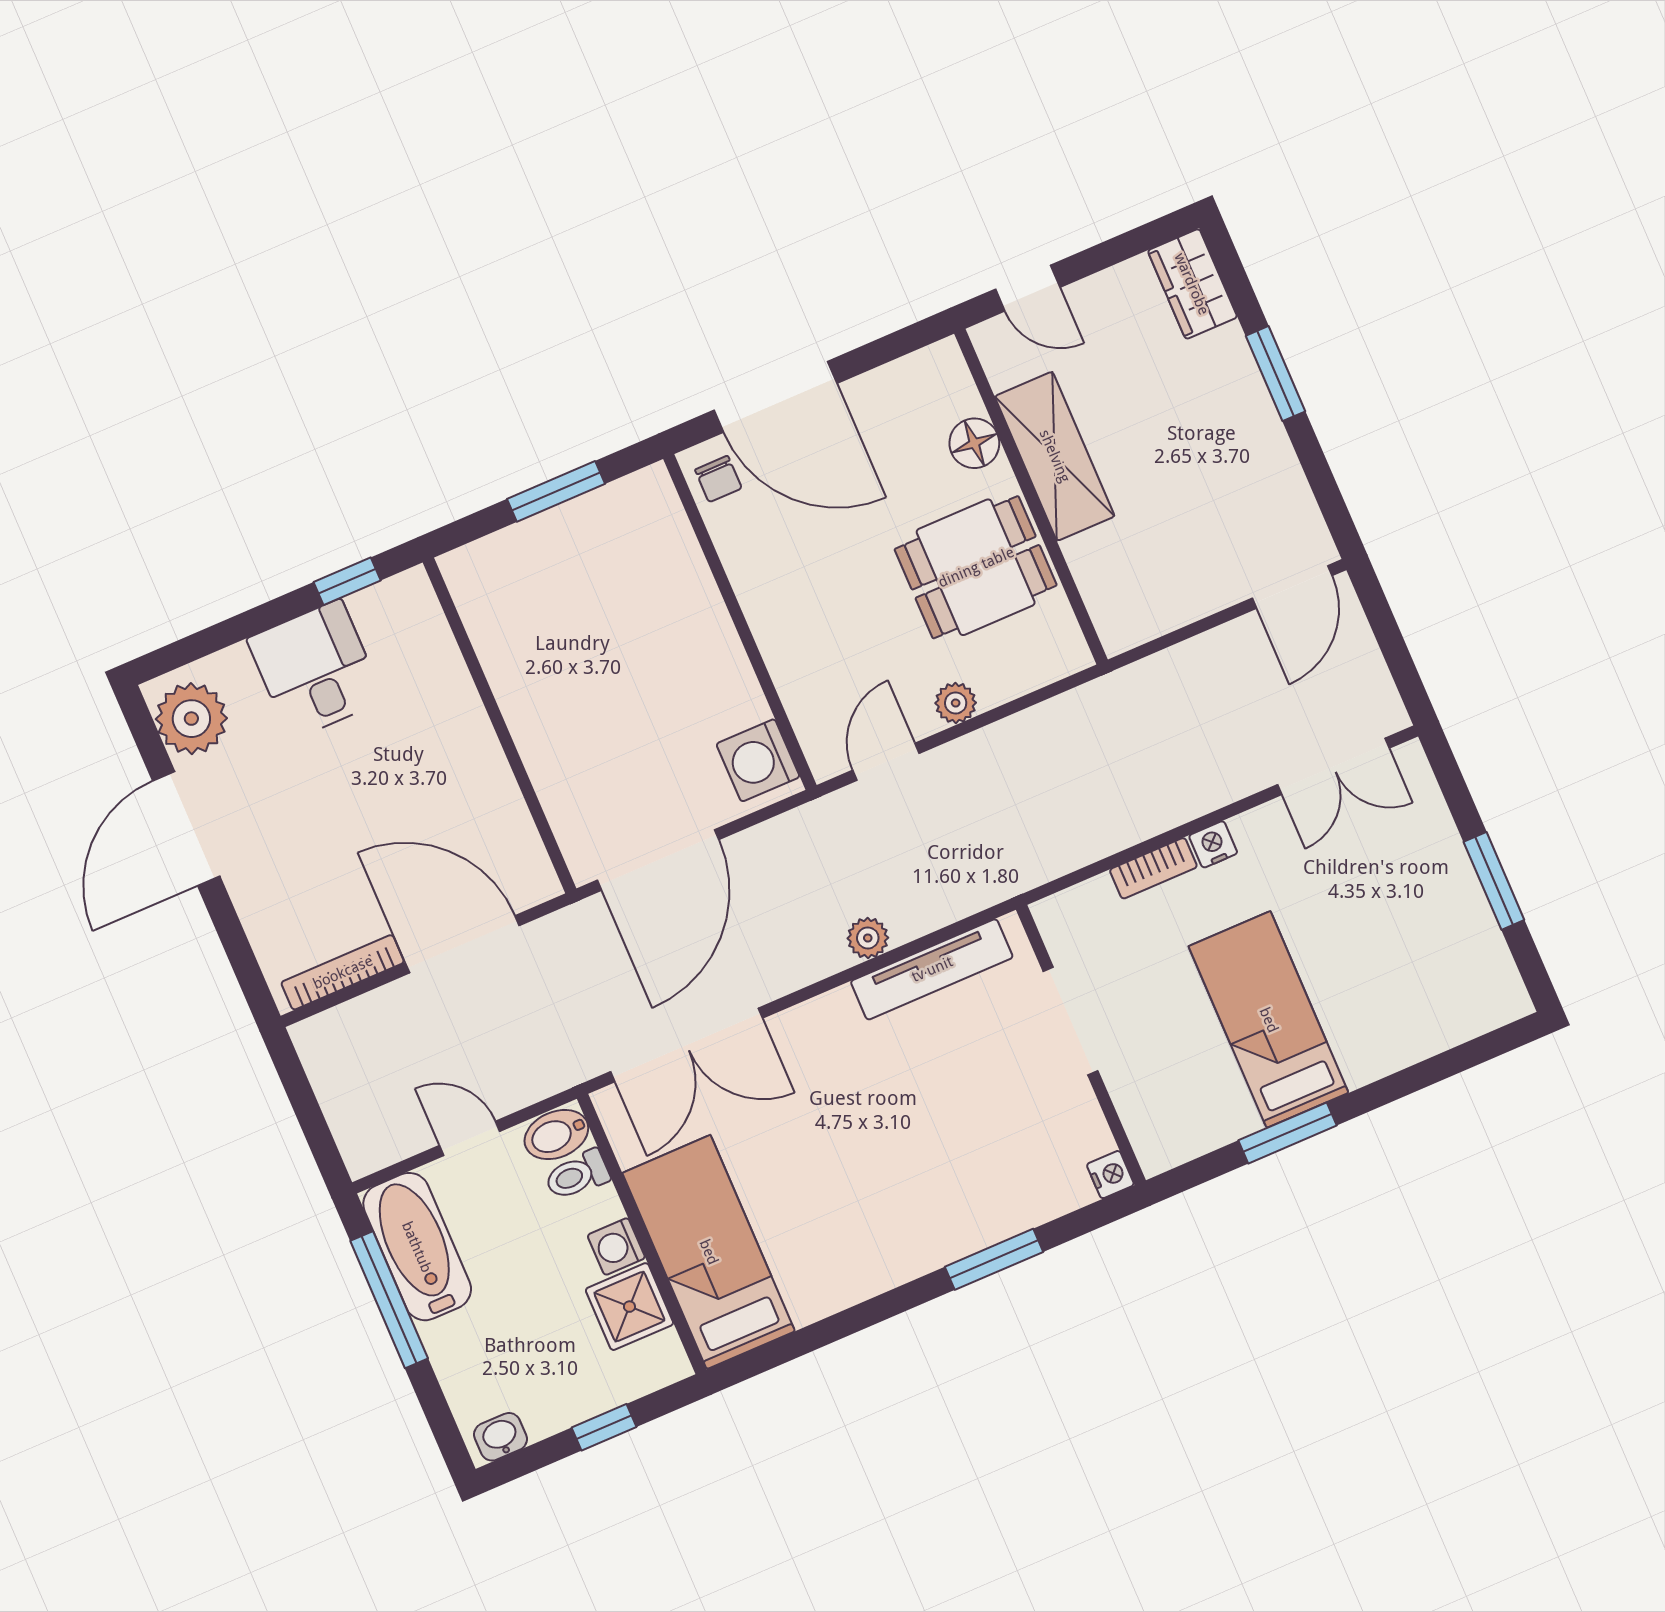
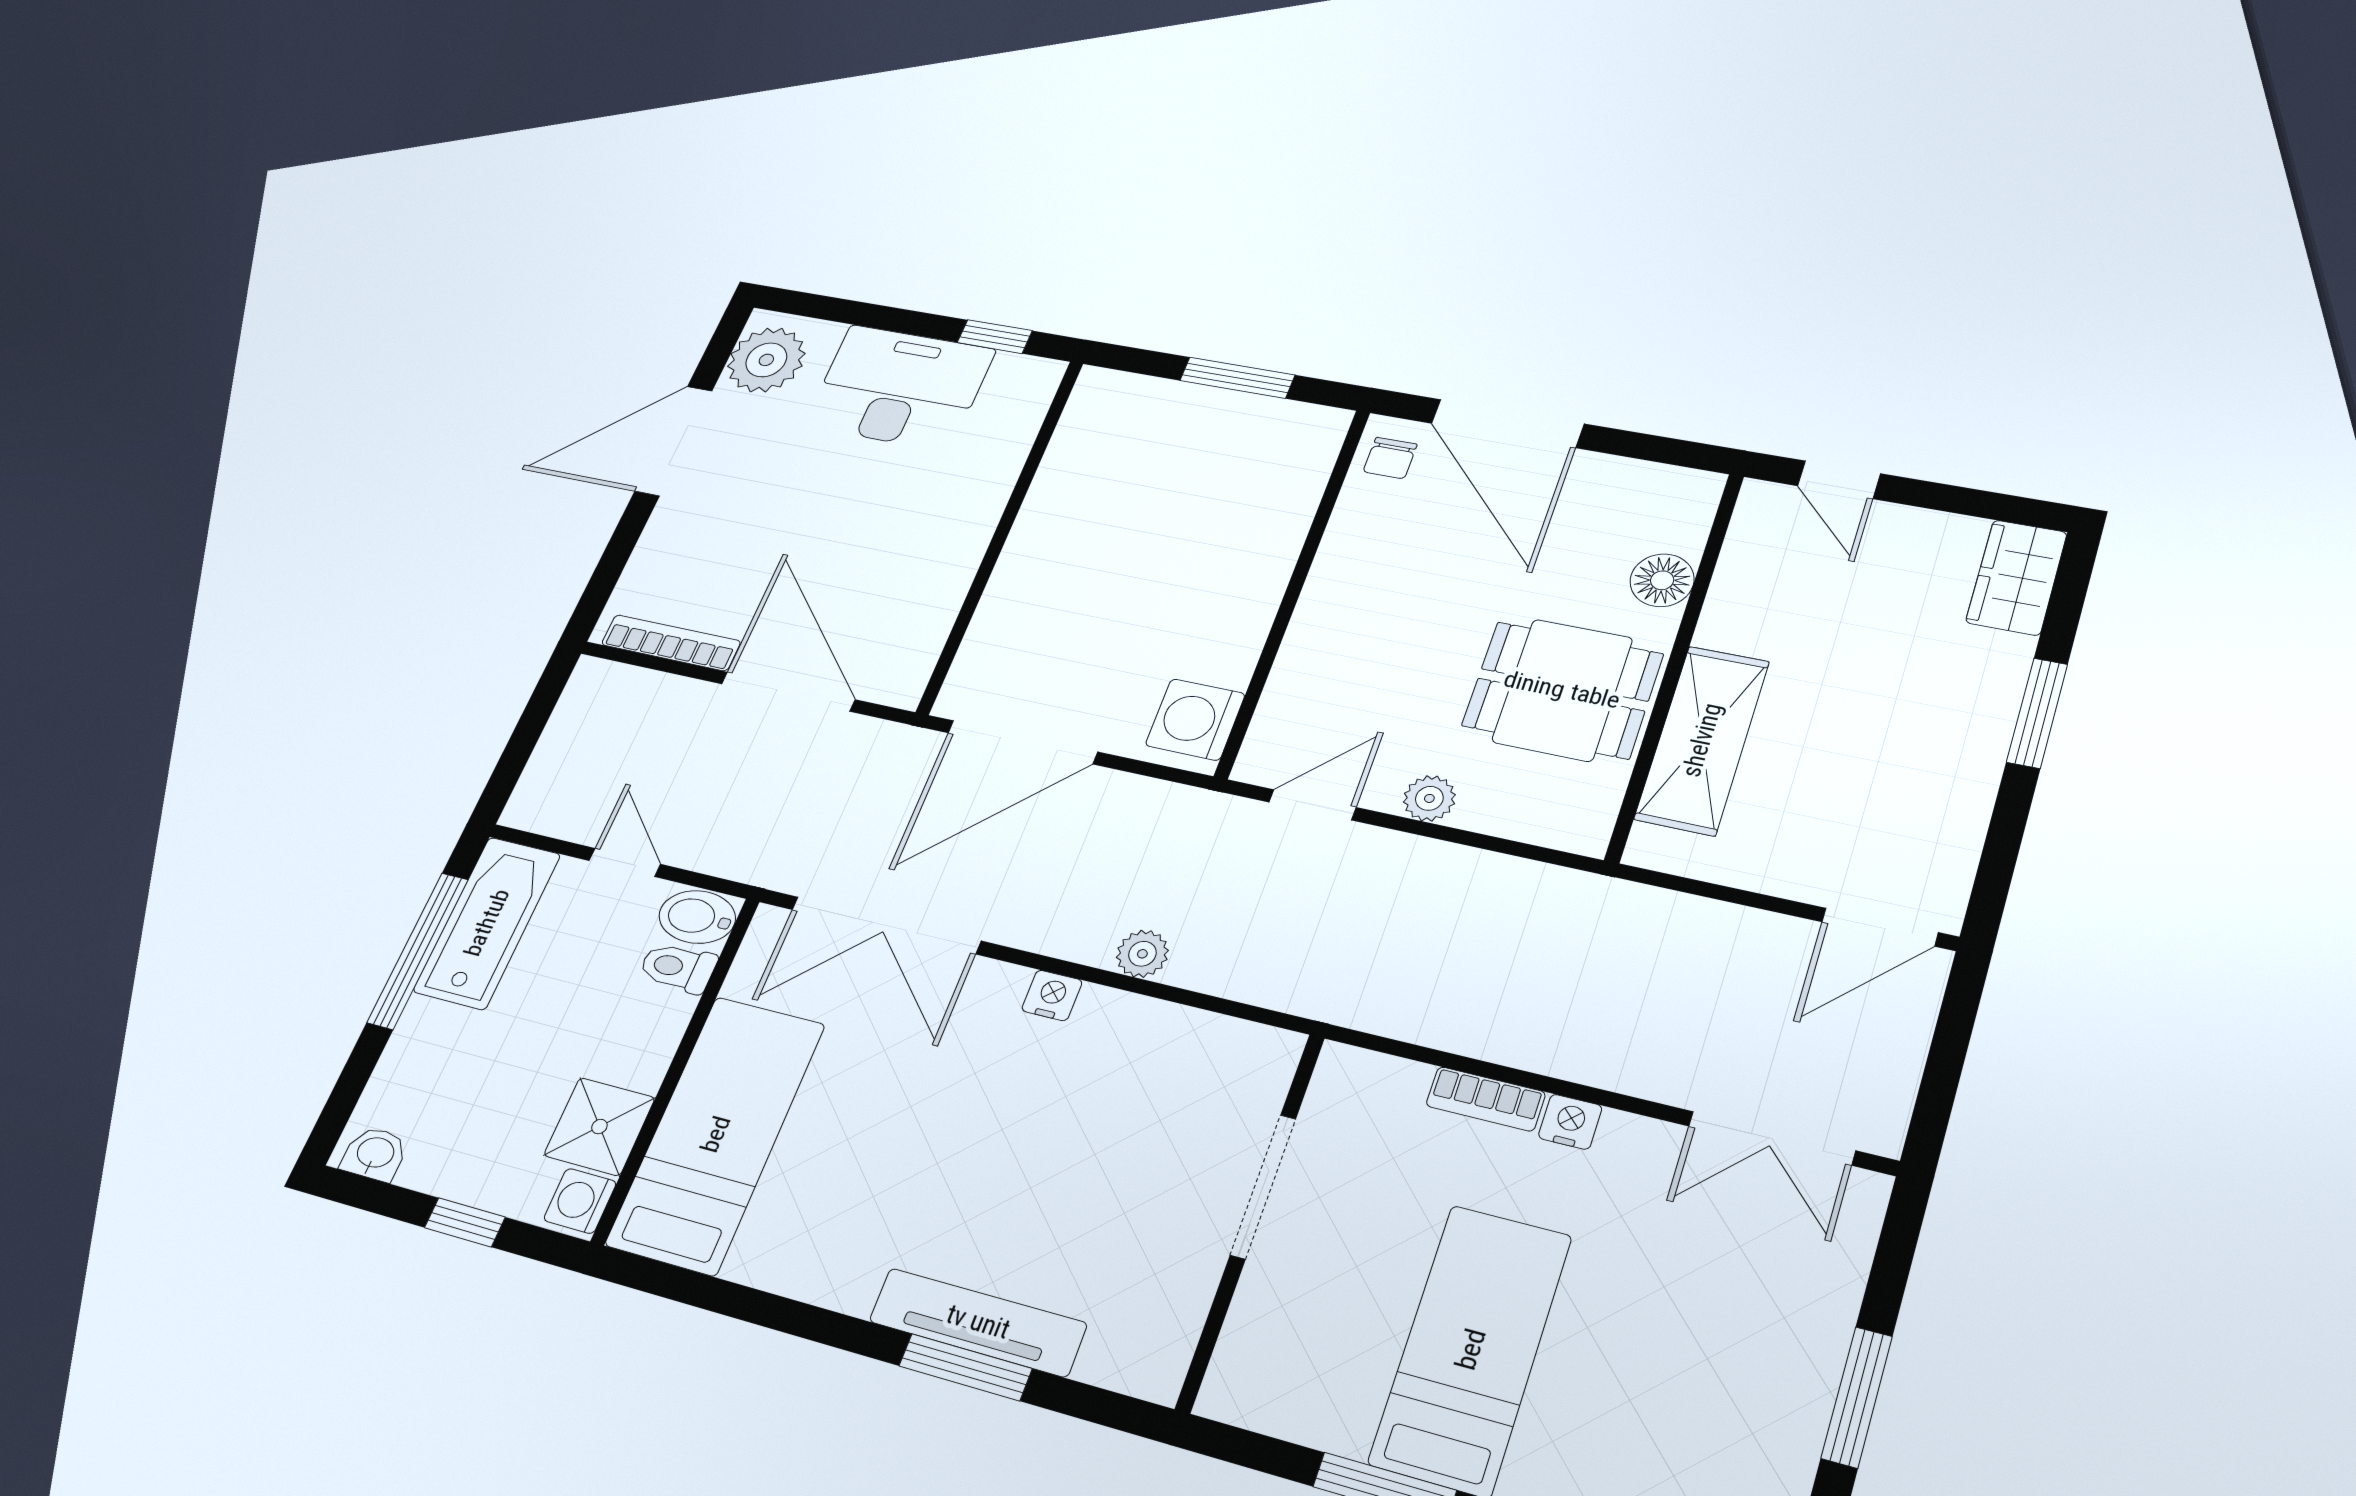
shelving: (1055, 456) -> (1702, 740), moved
desk: (316, 670) -> (900, 388), width x1.37
tv unit: (932, 969) -> (978, 1322), moved, turned 180
nightstand: (1110, 1175) -> (1052, 995), moved, turned -90
washing machine: (616, 1247) -> (580, 1201), moved

